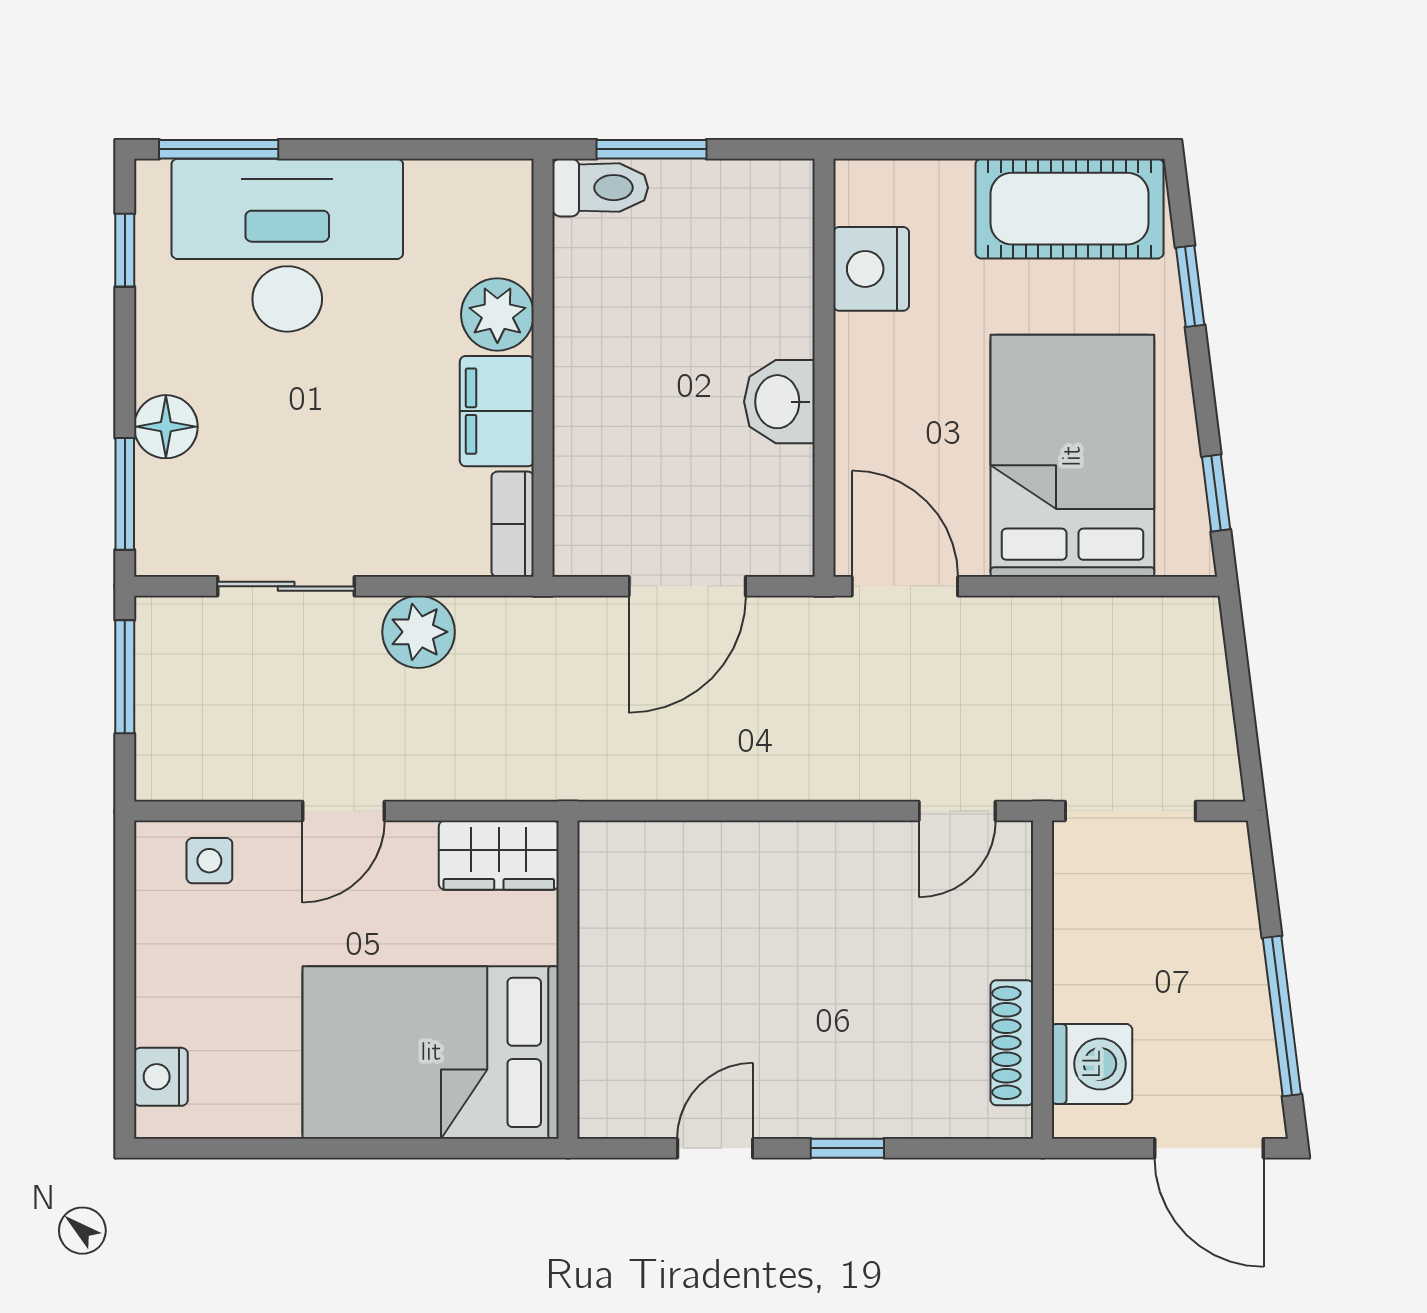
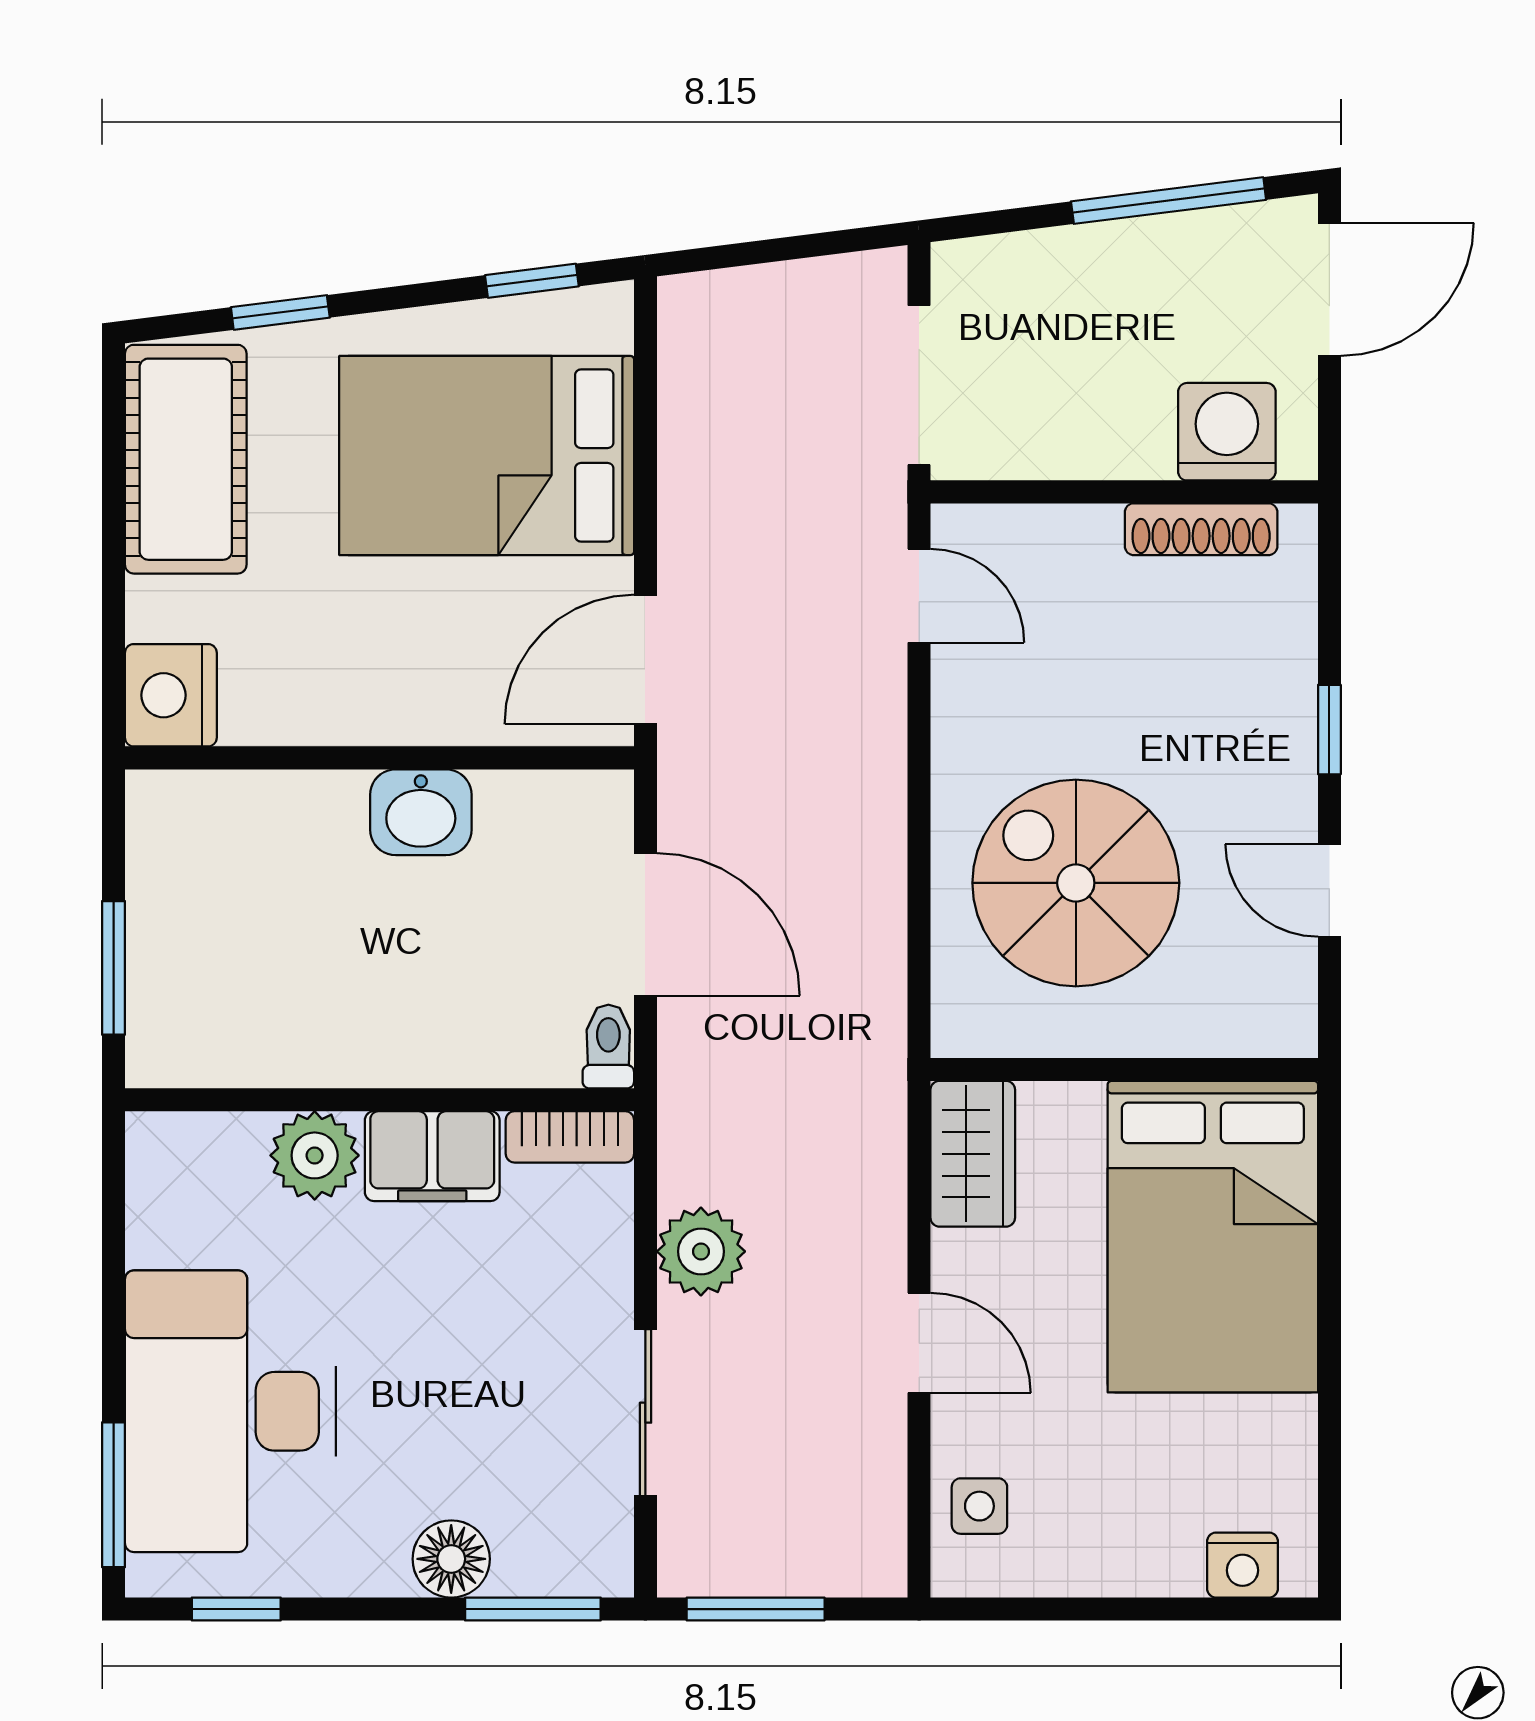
toilet: (600, 188) -> (608, 1047), moved, width x0.73, depth x0.72
nightstand: (871, 269) -> (171, 695), moved, turned 90
spiral stairs: (721, 940) -> (1076, 883), added

